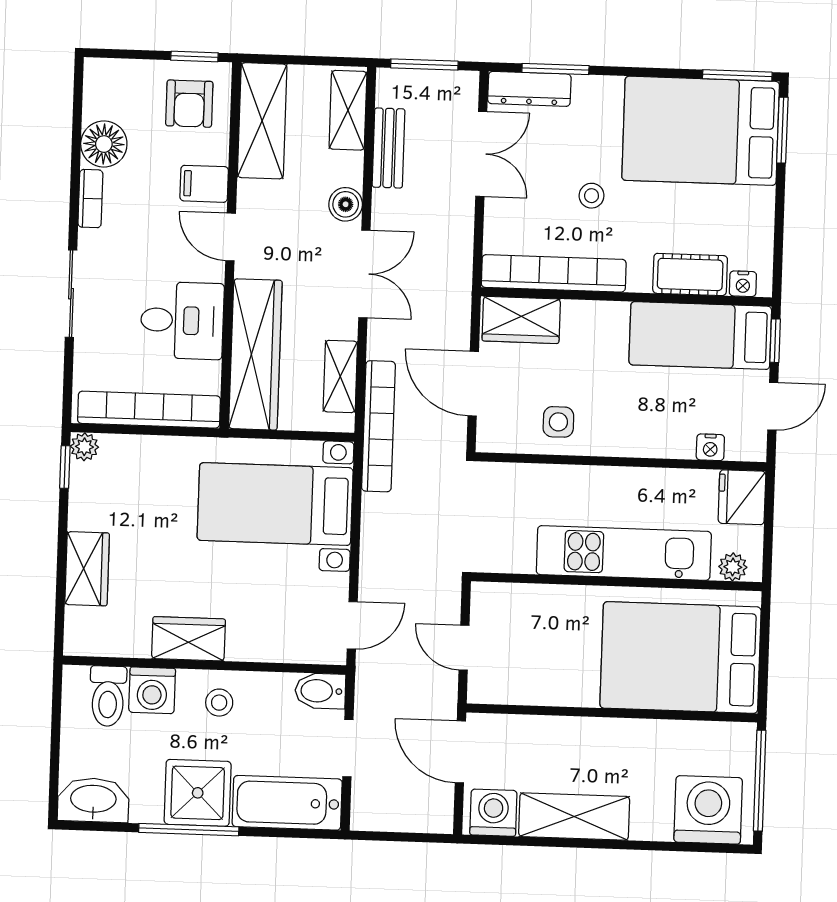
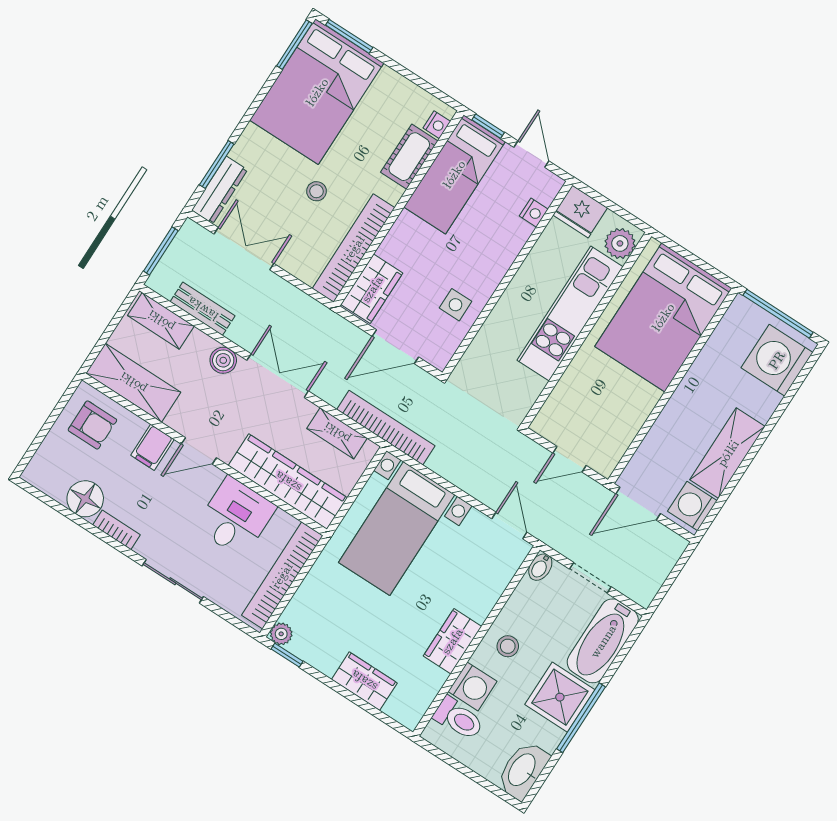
window: (194, 56) -> (63, 402), removed
plant: (733, 567) -> (620, 243), width x1.38, depth x1.38
bidet: (320, 691) -> (540, 567), width x0.72, depth x0.74

